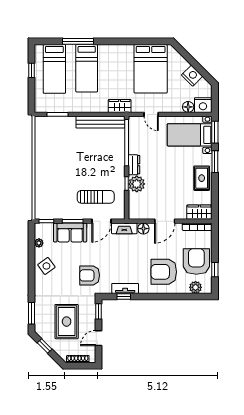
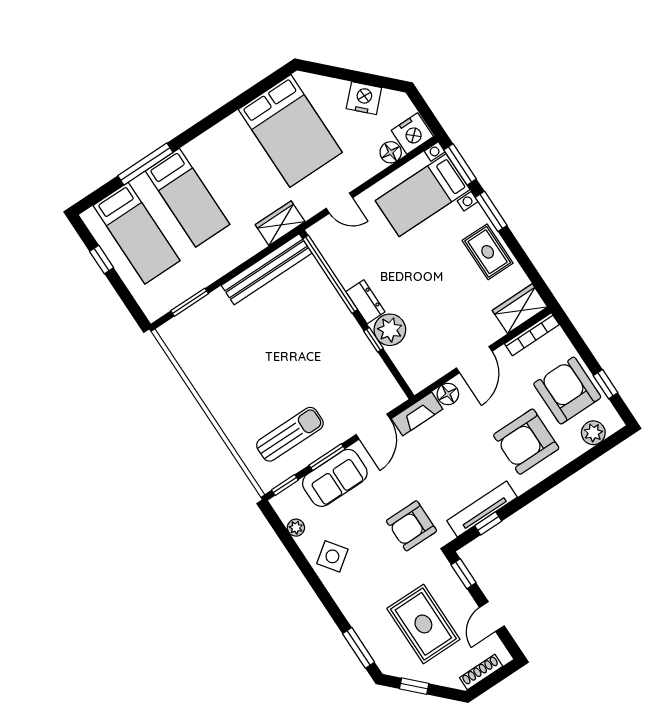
sun lounger: (96, 197) -> (290, 434), moved
tv unit: (125, 288) -> (482, 509), width x1.41

